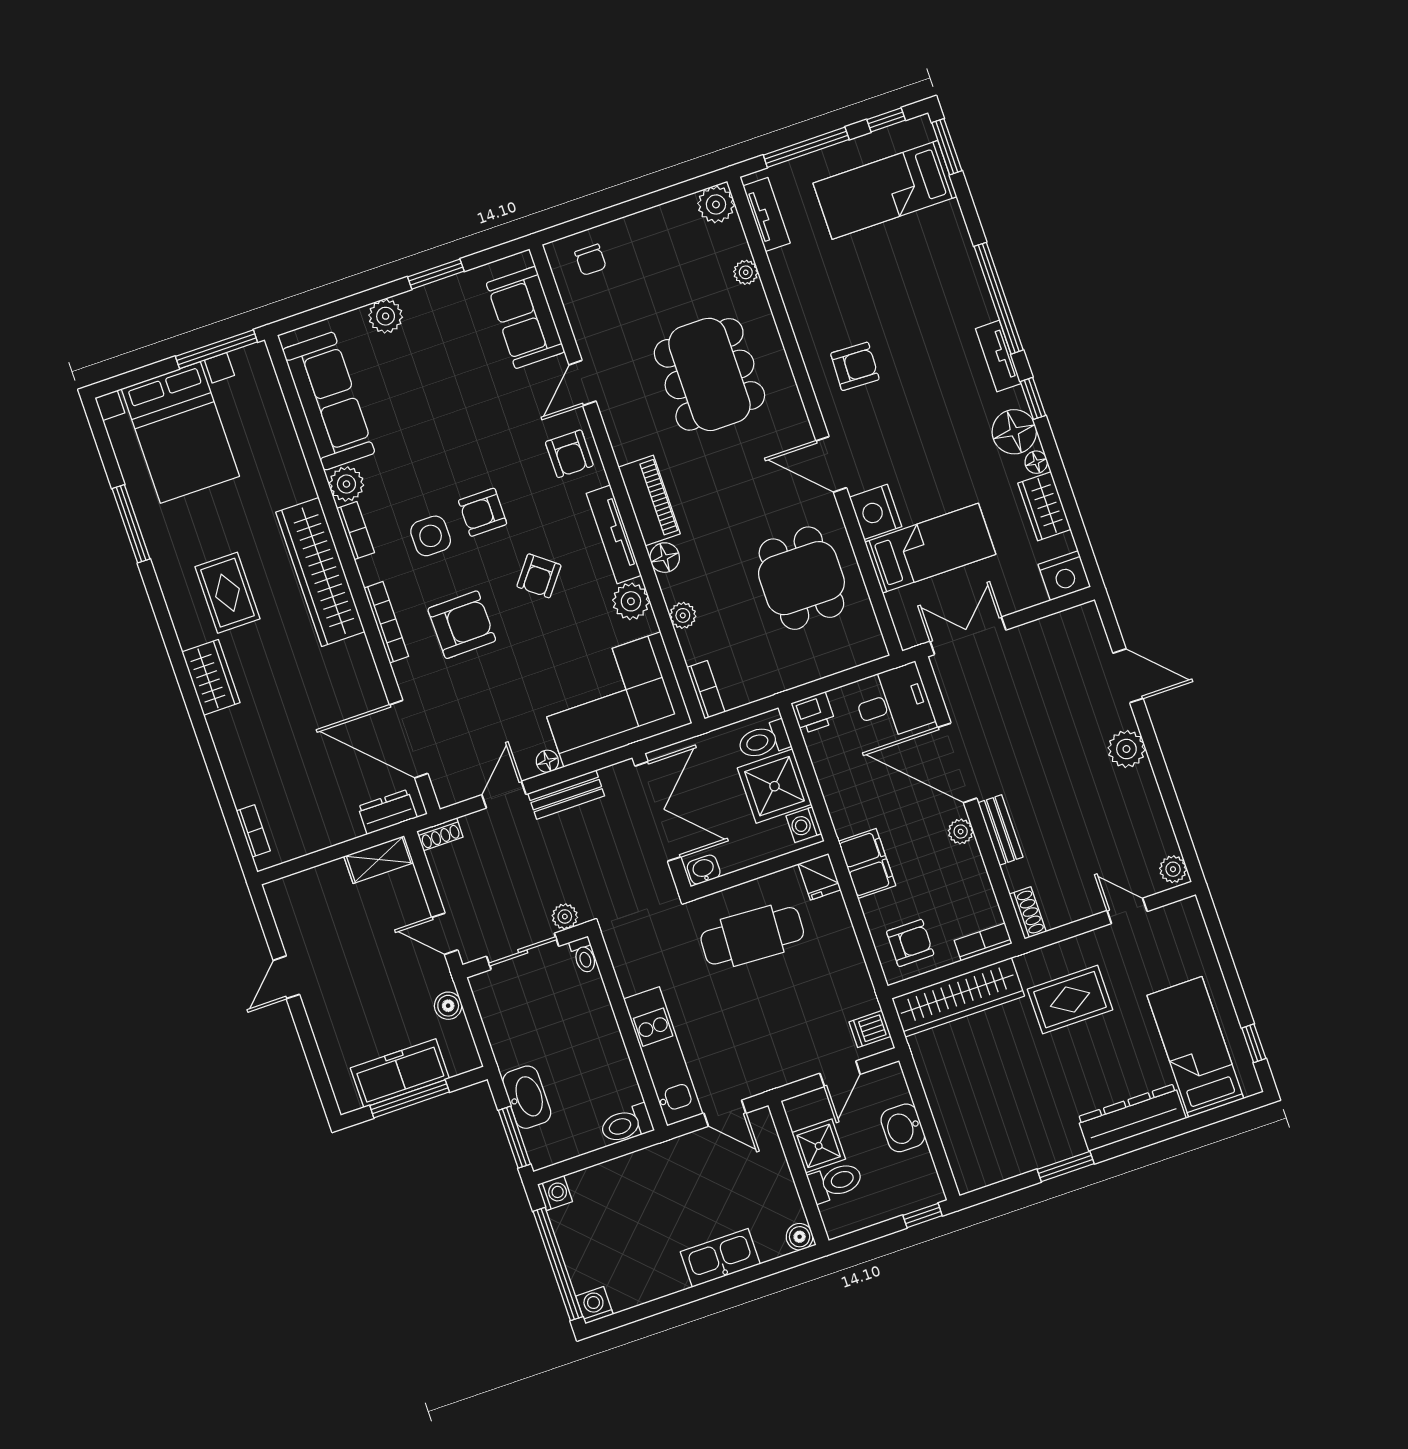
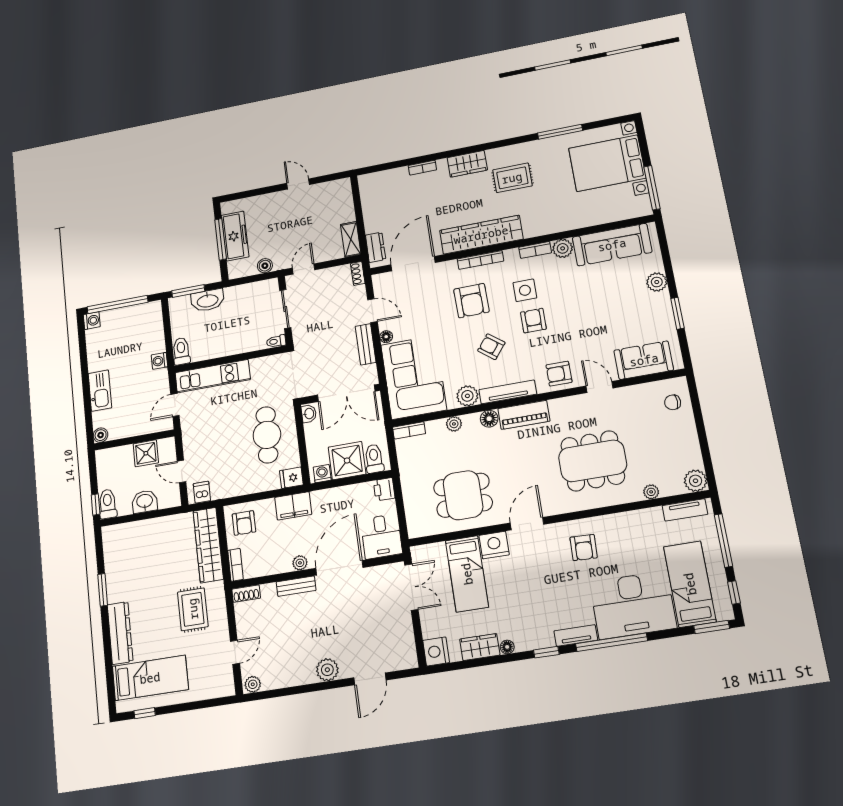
desk: (934, 274) -> (633, 605), added
floor lamp: (1014, 432) -> (528, 637), removed
wardrobe: (320, 572) -> (481, 235), moved
bookcase: (253, 831) -> (422, 168), moved
plant: (565, 916) -> (299, 334), removed
toilet: (835, 1182) -> (108, 504), moved, turned 180
washing machine: (555, 1193) -> (159, 361), moved, turned 90

